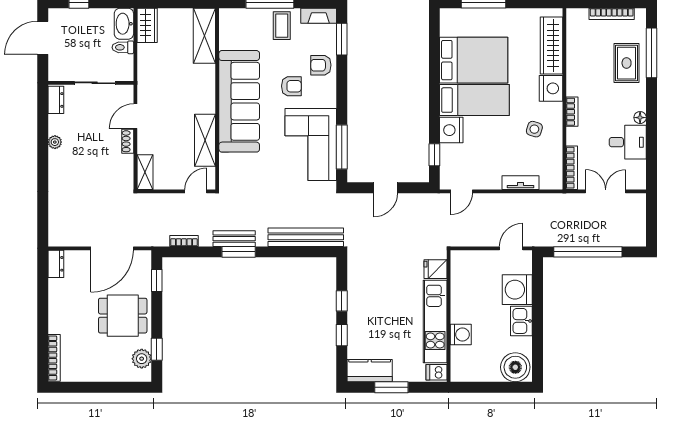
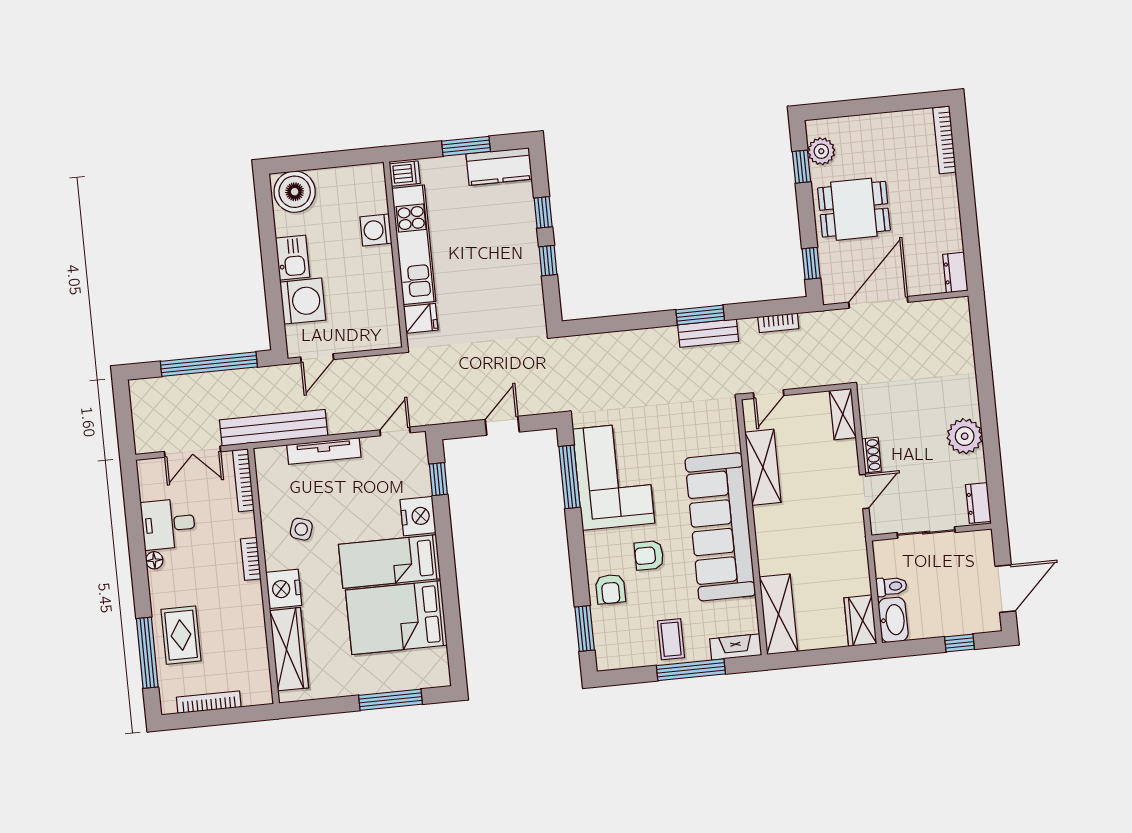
fireplace: (319, 16) -> (736, 647), moved
armchair: (321, 65) -> (610, 589), turned 90
plant: (55, 142) -> (965, 436), width x1.88, depth x1.88
tv unit: (520, 183) -> (324, 451), width x1.41
bench: (306, 237) -> (274, 428), moved

